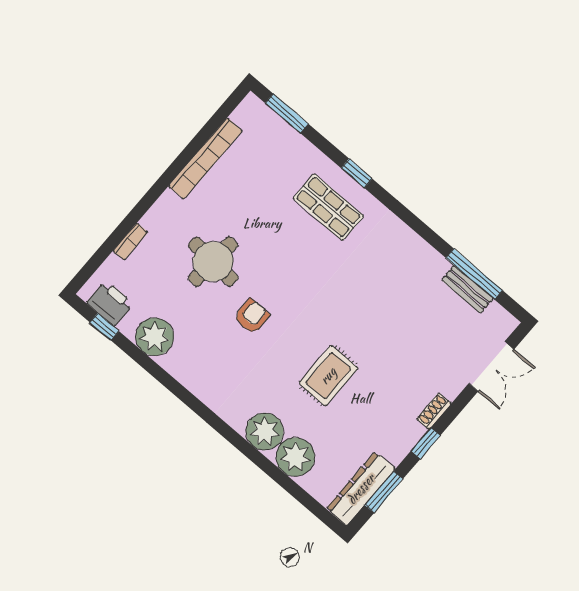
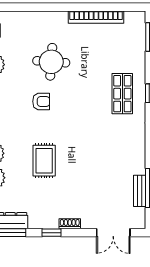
bookcase: (130, 242) -> (28, 15), removed
rug: (328, 376) -> (44, 161), turned 90

